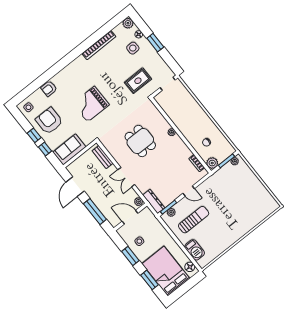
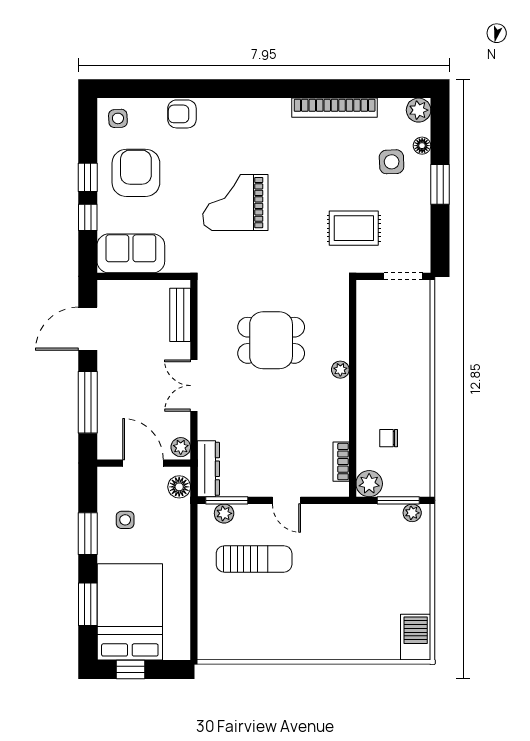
dining table: (140, 141) -> (271, 340), turned 90
barbecue: (195, 250) -> (416, 637), moved, turned 180
floor lamp: (190, 267) -> (179, 487), moved
window: (182, 290) -> (131, 669), added

